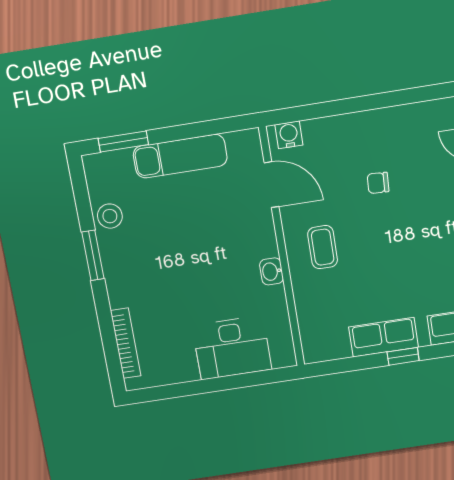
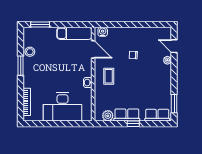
exam couch: (180, 156) -> (74, 33), moved
plant: (336, 346) -> (108, 116), added
desk: (232, 348) -> (62, 107), width x1.36, depth x1.30

